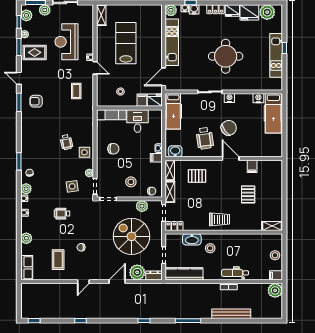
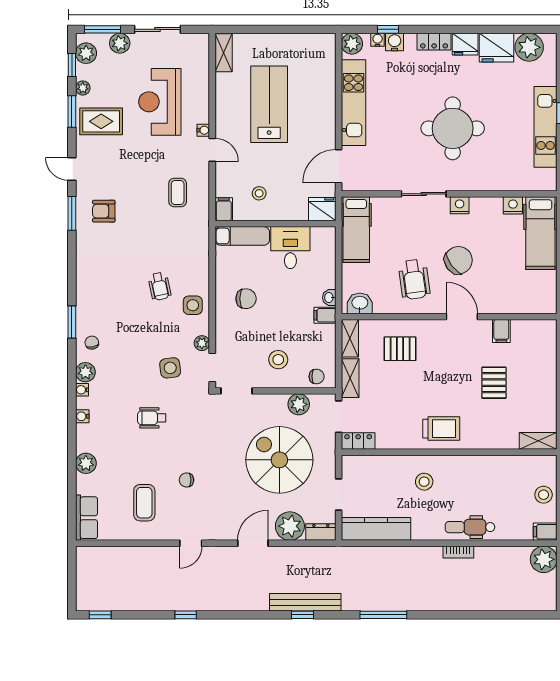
filing cabinet: (142, 100) -> (224, 209), moved
washbasin: (192, 239) -> (390, 465), removed
bench: (231, 314) -> (305, 602), moved

